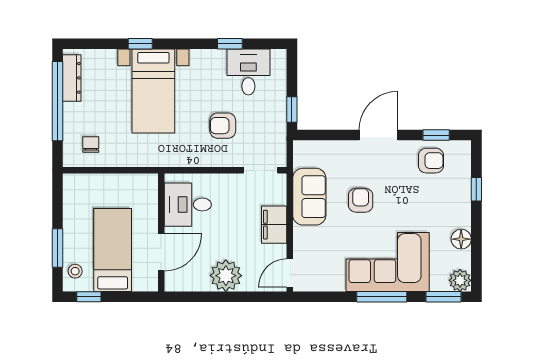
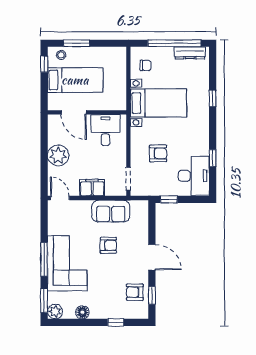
desk: (248, 72) -> (194, 176), width x1.37
bed with nightstands: (153, 91) -> (158, 103), moved, turned 180
armchair: (223, 126) -> (158, 153), turned 90
armchair: (431, 161) -> (135, 292), turned 90

